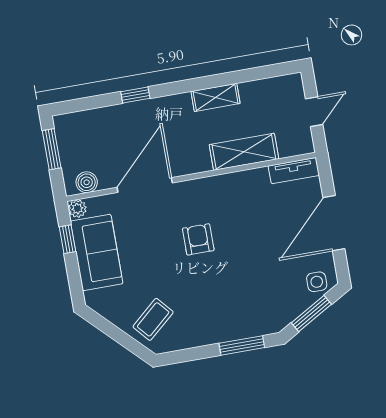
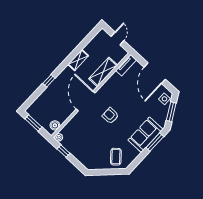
door: (145, 185) -> (86, 101), moved
sofa: (97, 252) -> (145, 135), moved, turned -90

